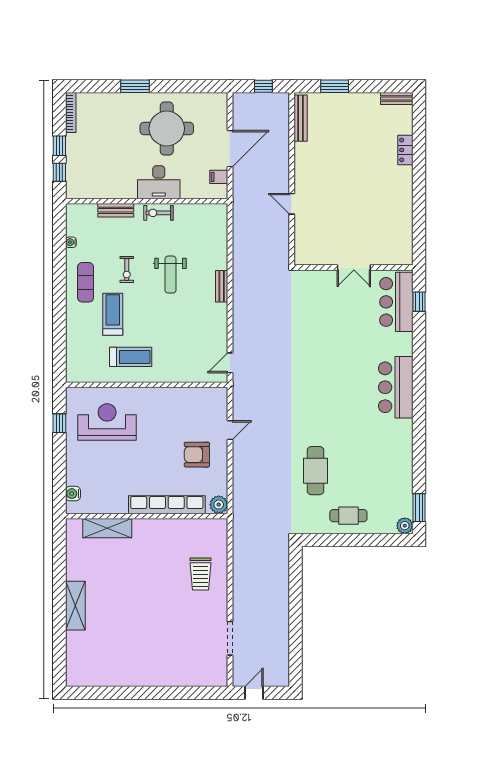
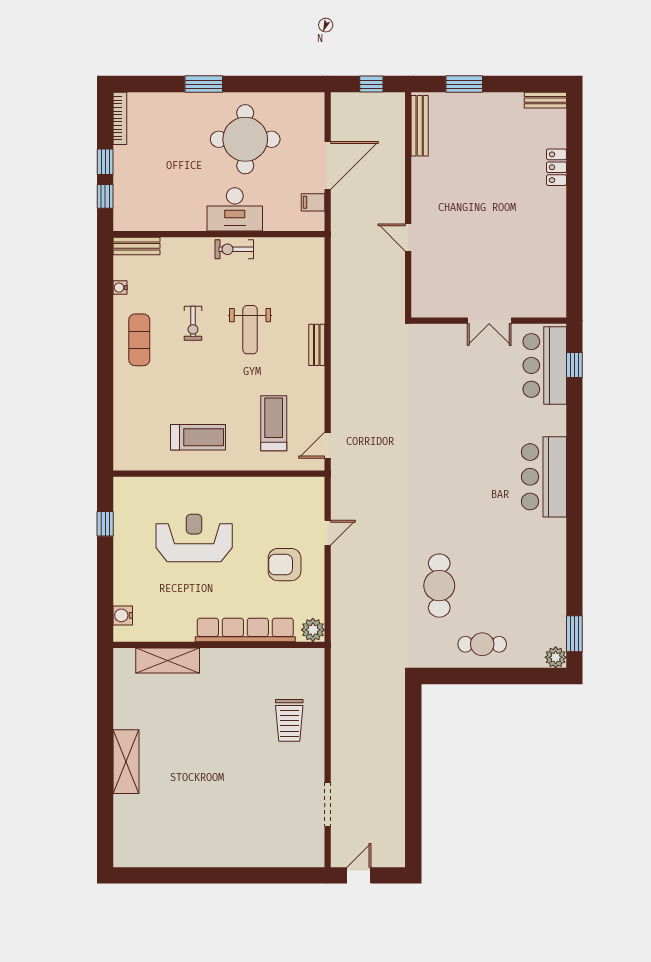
bench: (116, 210) -> (136, 246), moved
treadmill: (113, 314) -> (274, 423), moved
reception desk: (107, 422) -> (194, 538), moved

